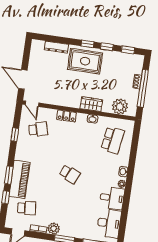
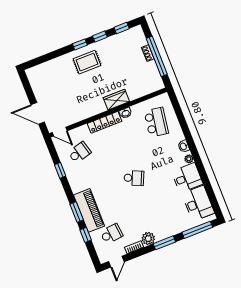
dresser: (56, 47) -> (52, 64), removed
rug: (85, 61) -> (87, 62), width x0.73, depth x0.70
plant: (120, 107) -> (145, 86), removed
locker: (66, 116) -> (104, 122), width x1.53

